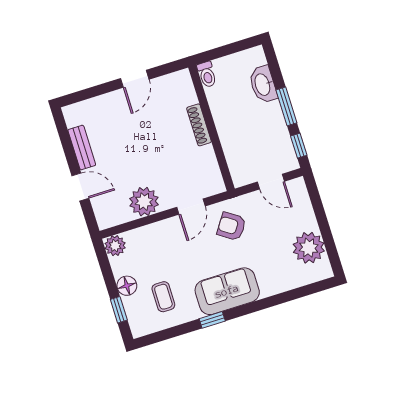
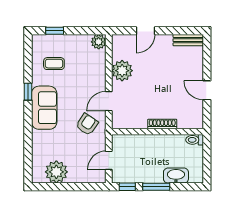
bench: (82, 147) -> (188, 40), moved
door: (191, 207) -> (109, 101), hinge flipped
floor lamp: (127, 286) -> (69, 41), removed

